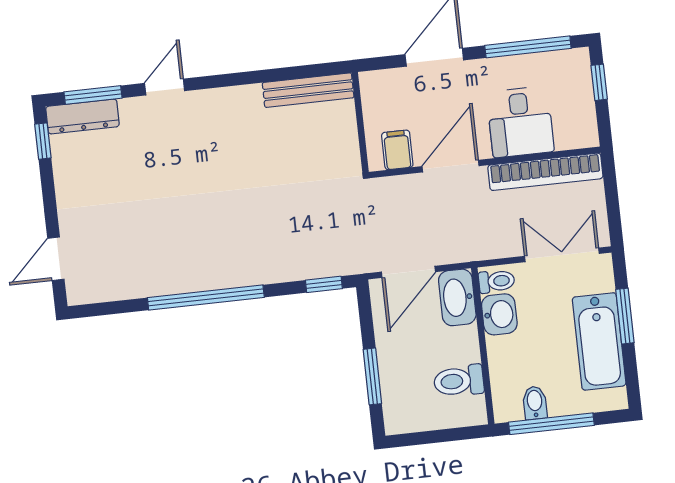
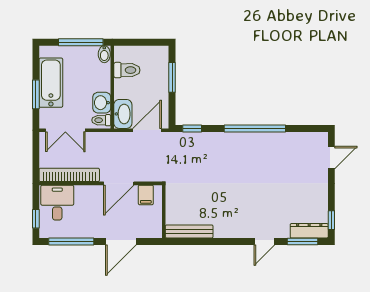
desk: (520, 122) -> (57, 203), moved
bidet: (535, 403) -> (104, 54), moved

